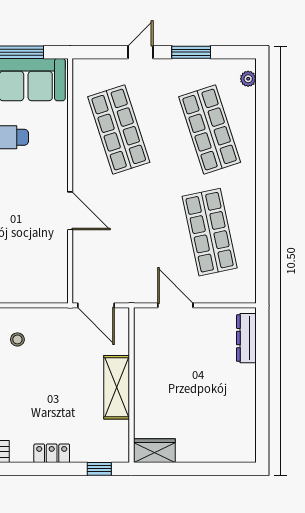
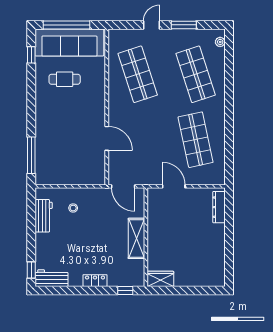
door: (70, 211) -> (107, 138), moved

